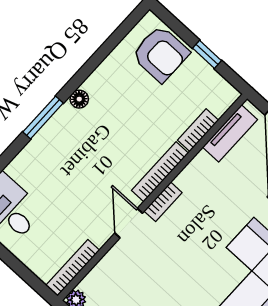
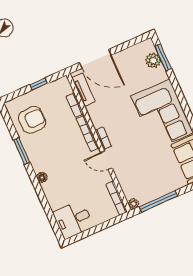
armchair: (161, 54) -> (32, 120), moved
floor lamp: (79, 99) -> (42, 177), moved
window: (43, 118) -> (22, 151), moved

